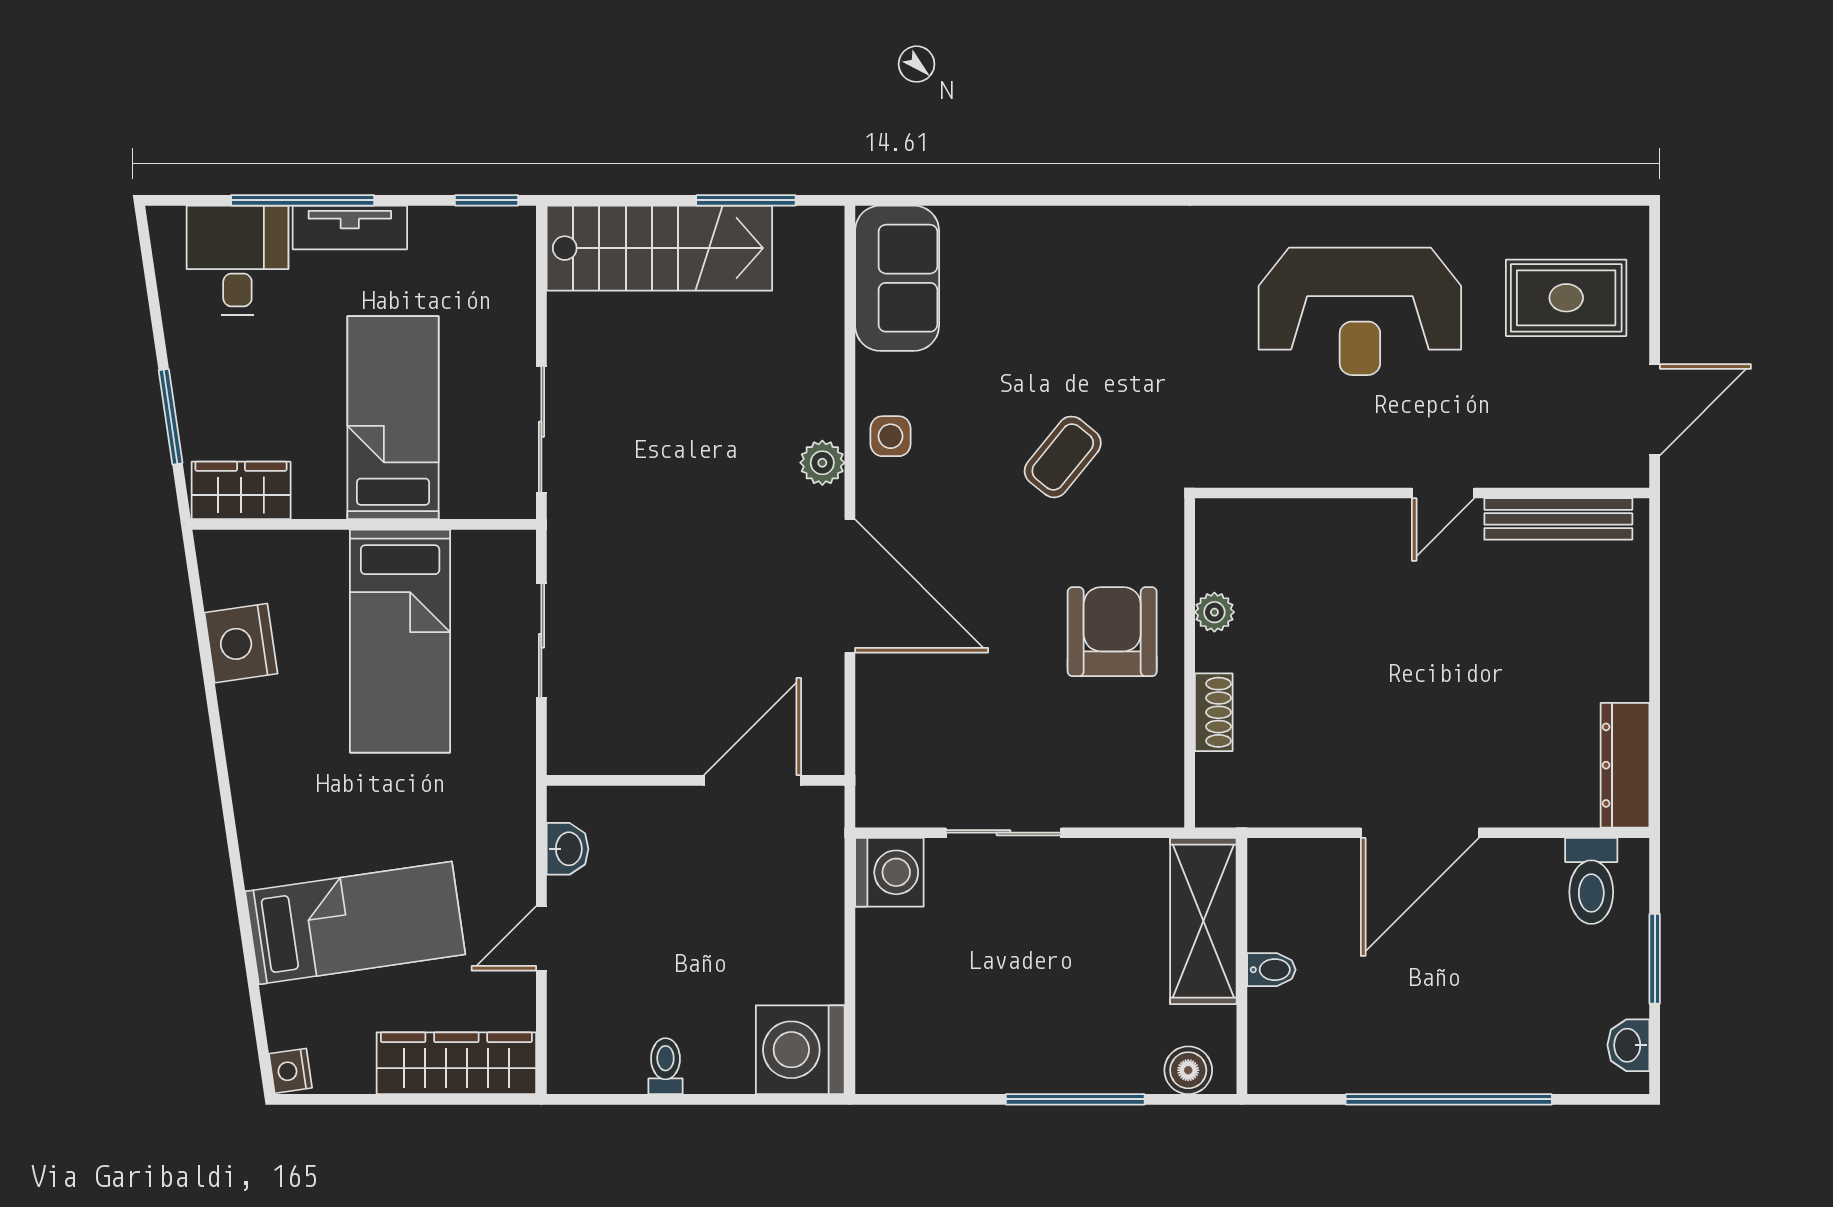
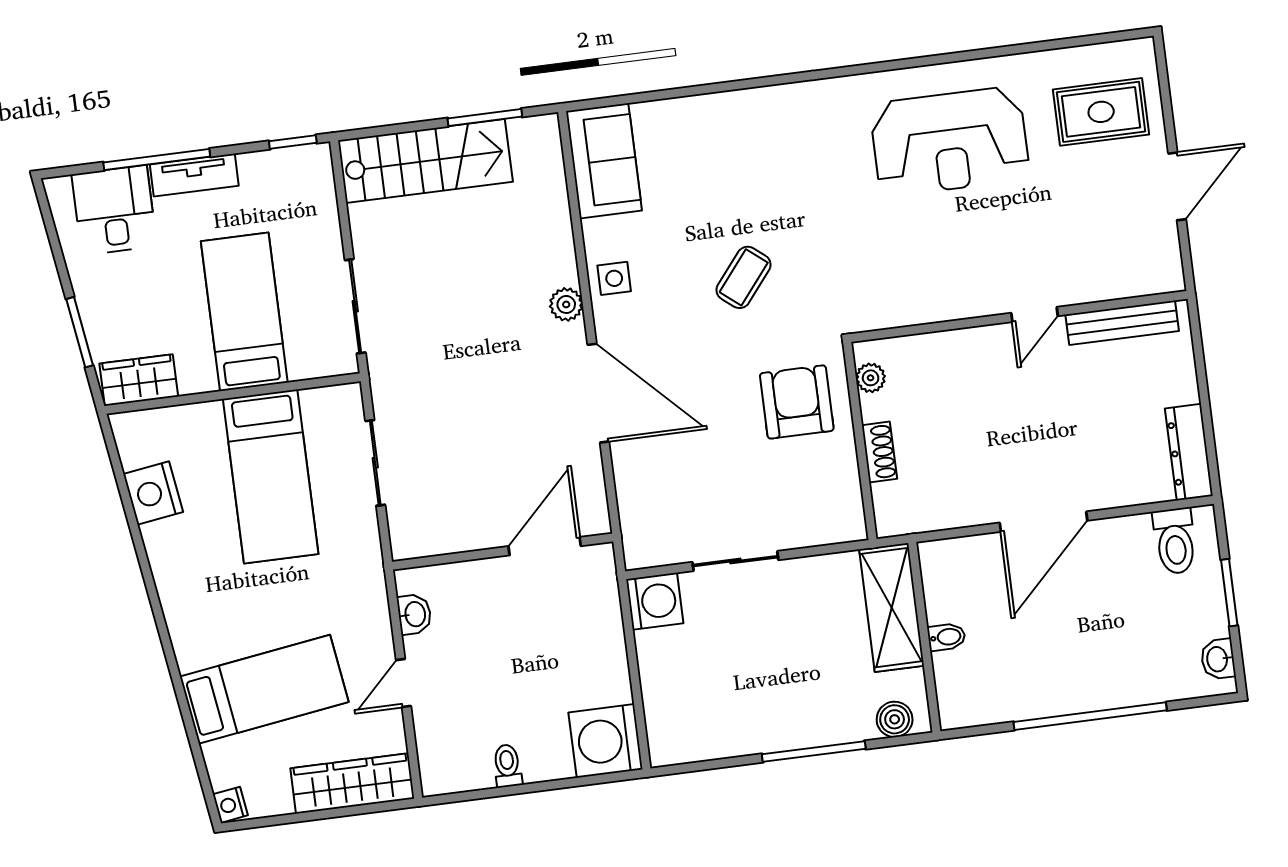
wall: (1422, 493) -> (1019, 316), moved
door: (1443, 493) -> (1034, 314), moved
bench: (1558, 519) -> (1122, 323), moved

